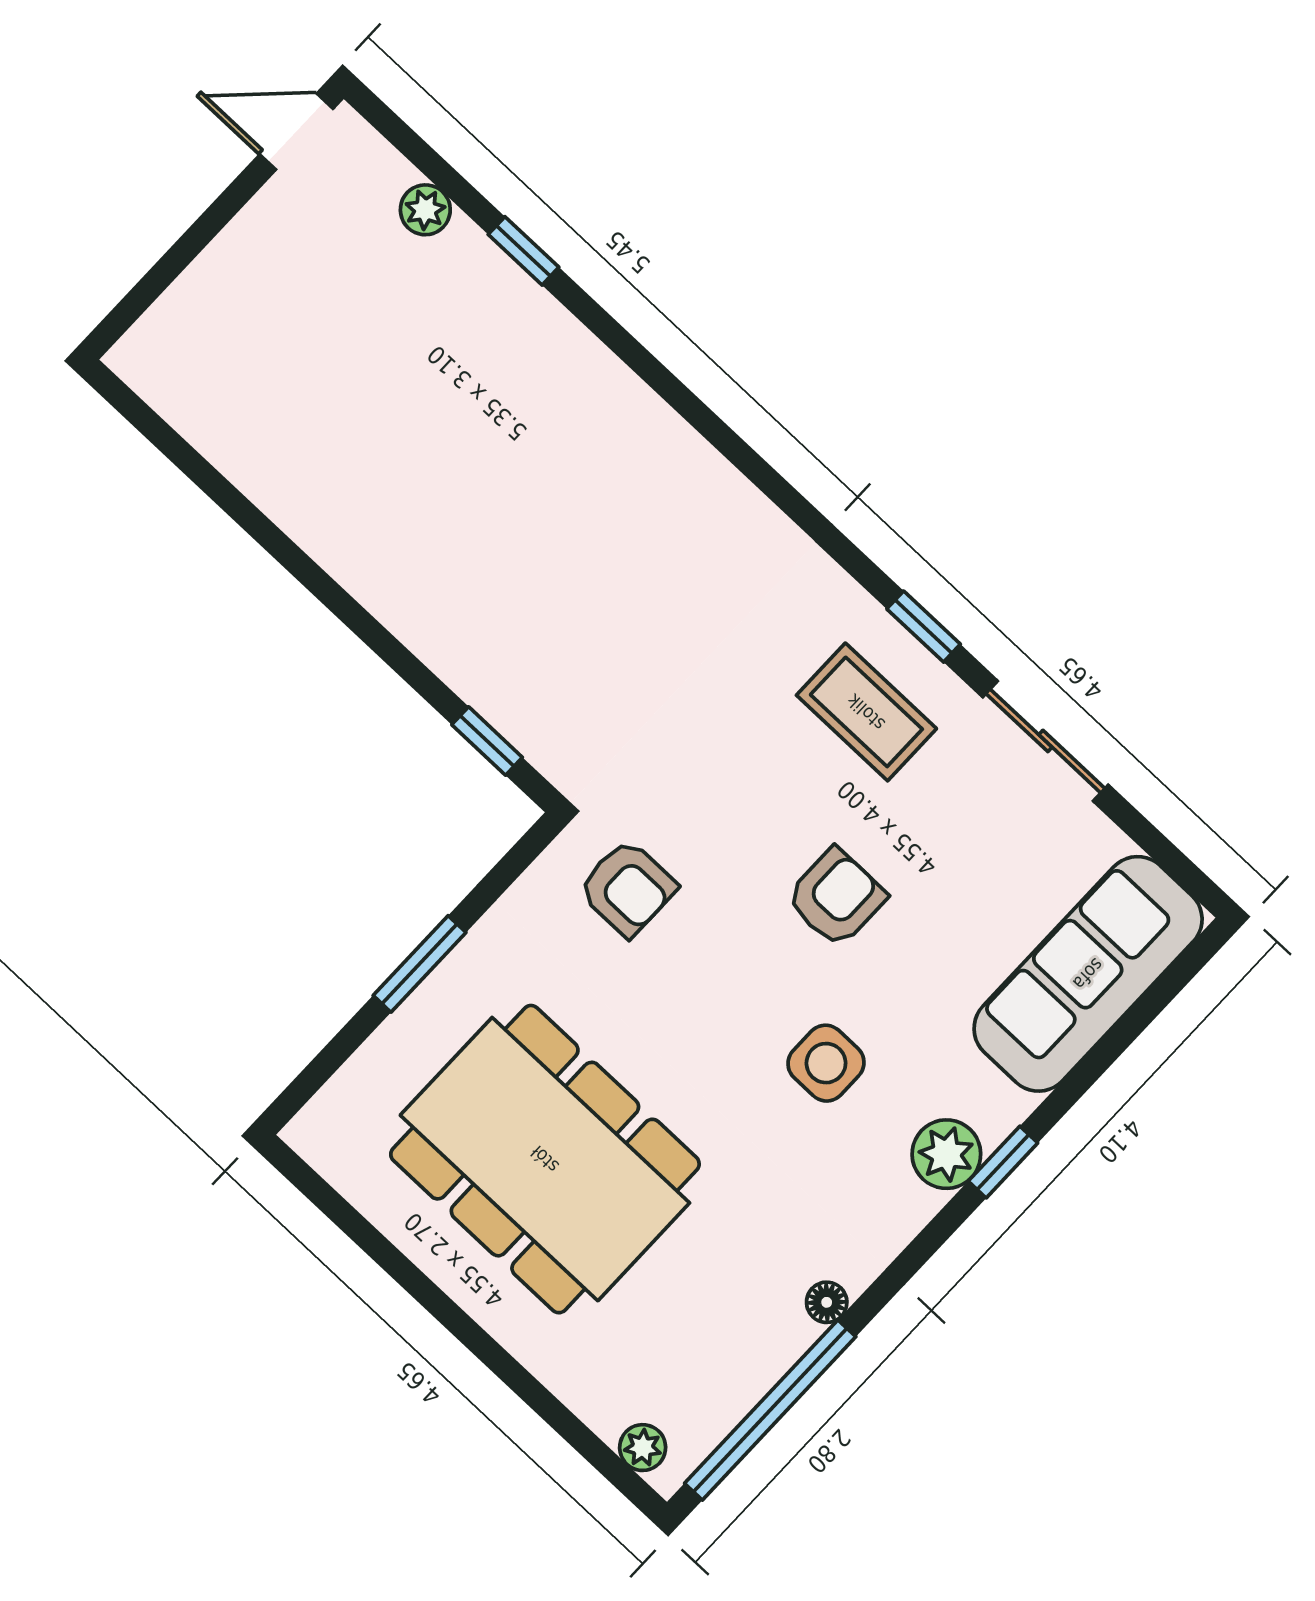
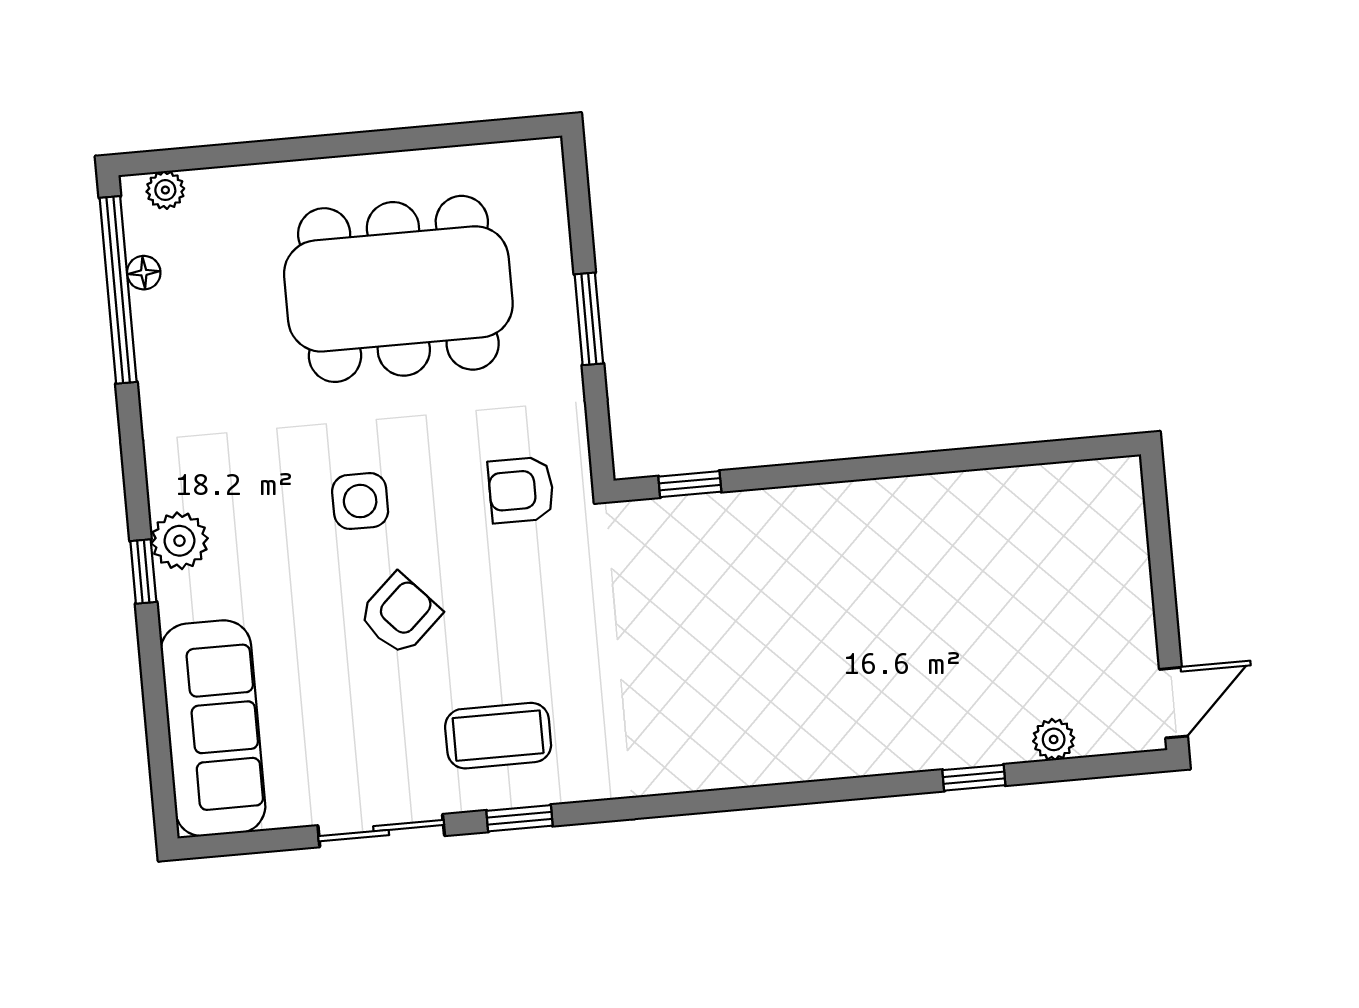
armchair: (836, 897) -> (400, 614), turned -133
side table: (826, 1063) -> (360, 501), moved
floor lamp: (827, 1302) -> (144, 273), moved

